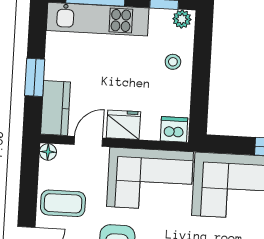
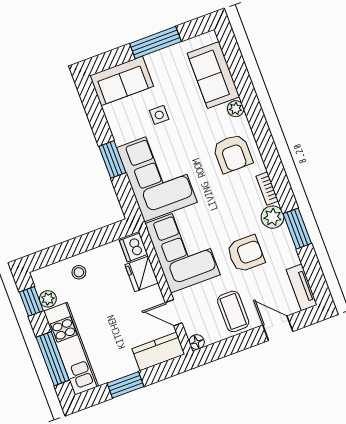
plant: (182, 19) -> (48, 299), moved
window: (35, 77) -> (125, 385), moved
fridge: (123, 125) -> (142, 274), moved

